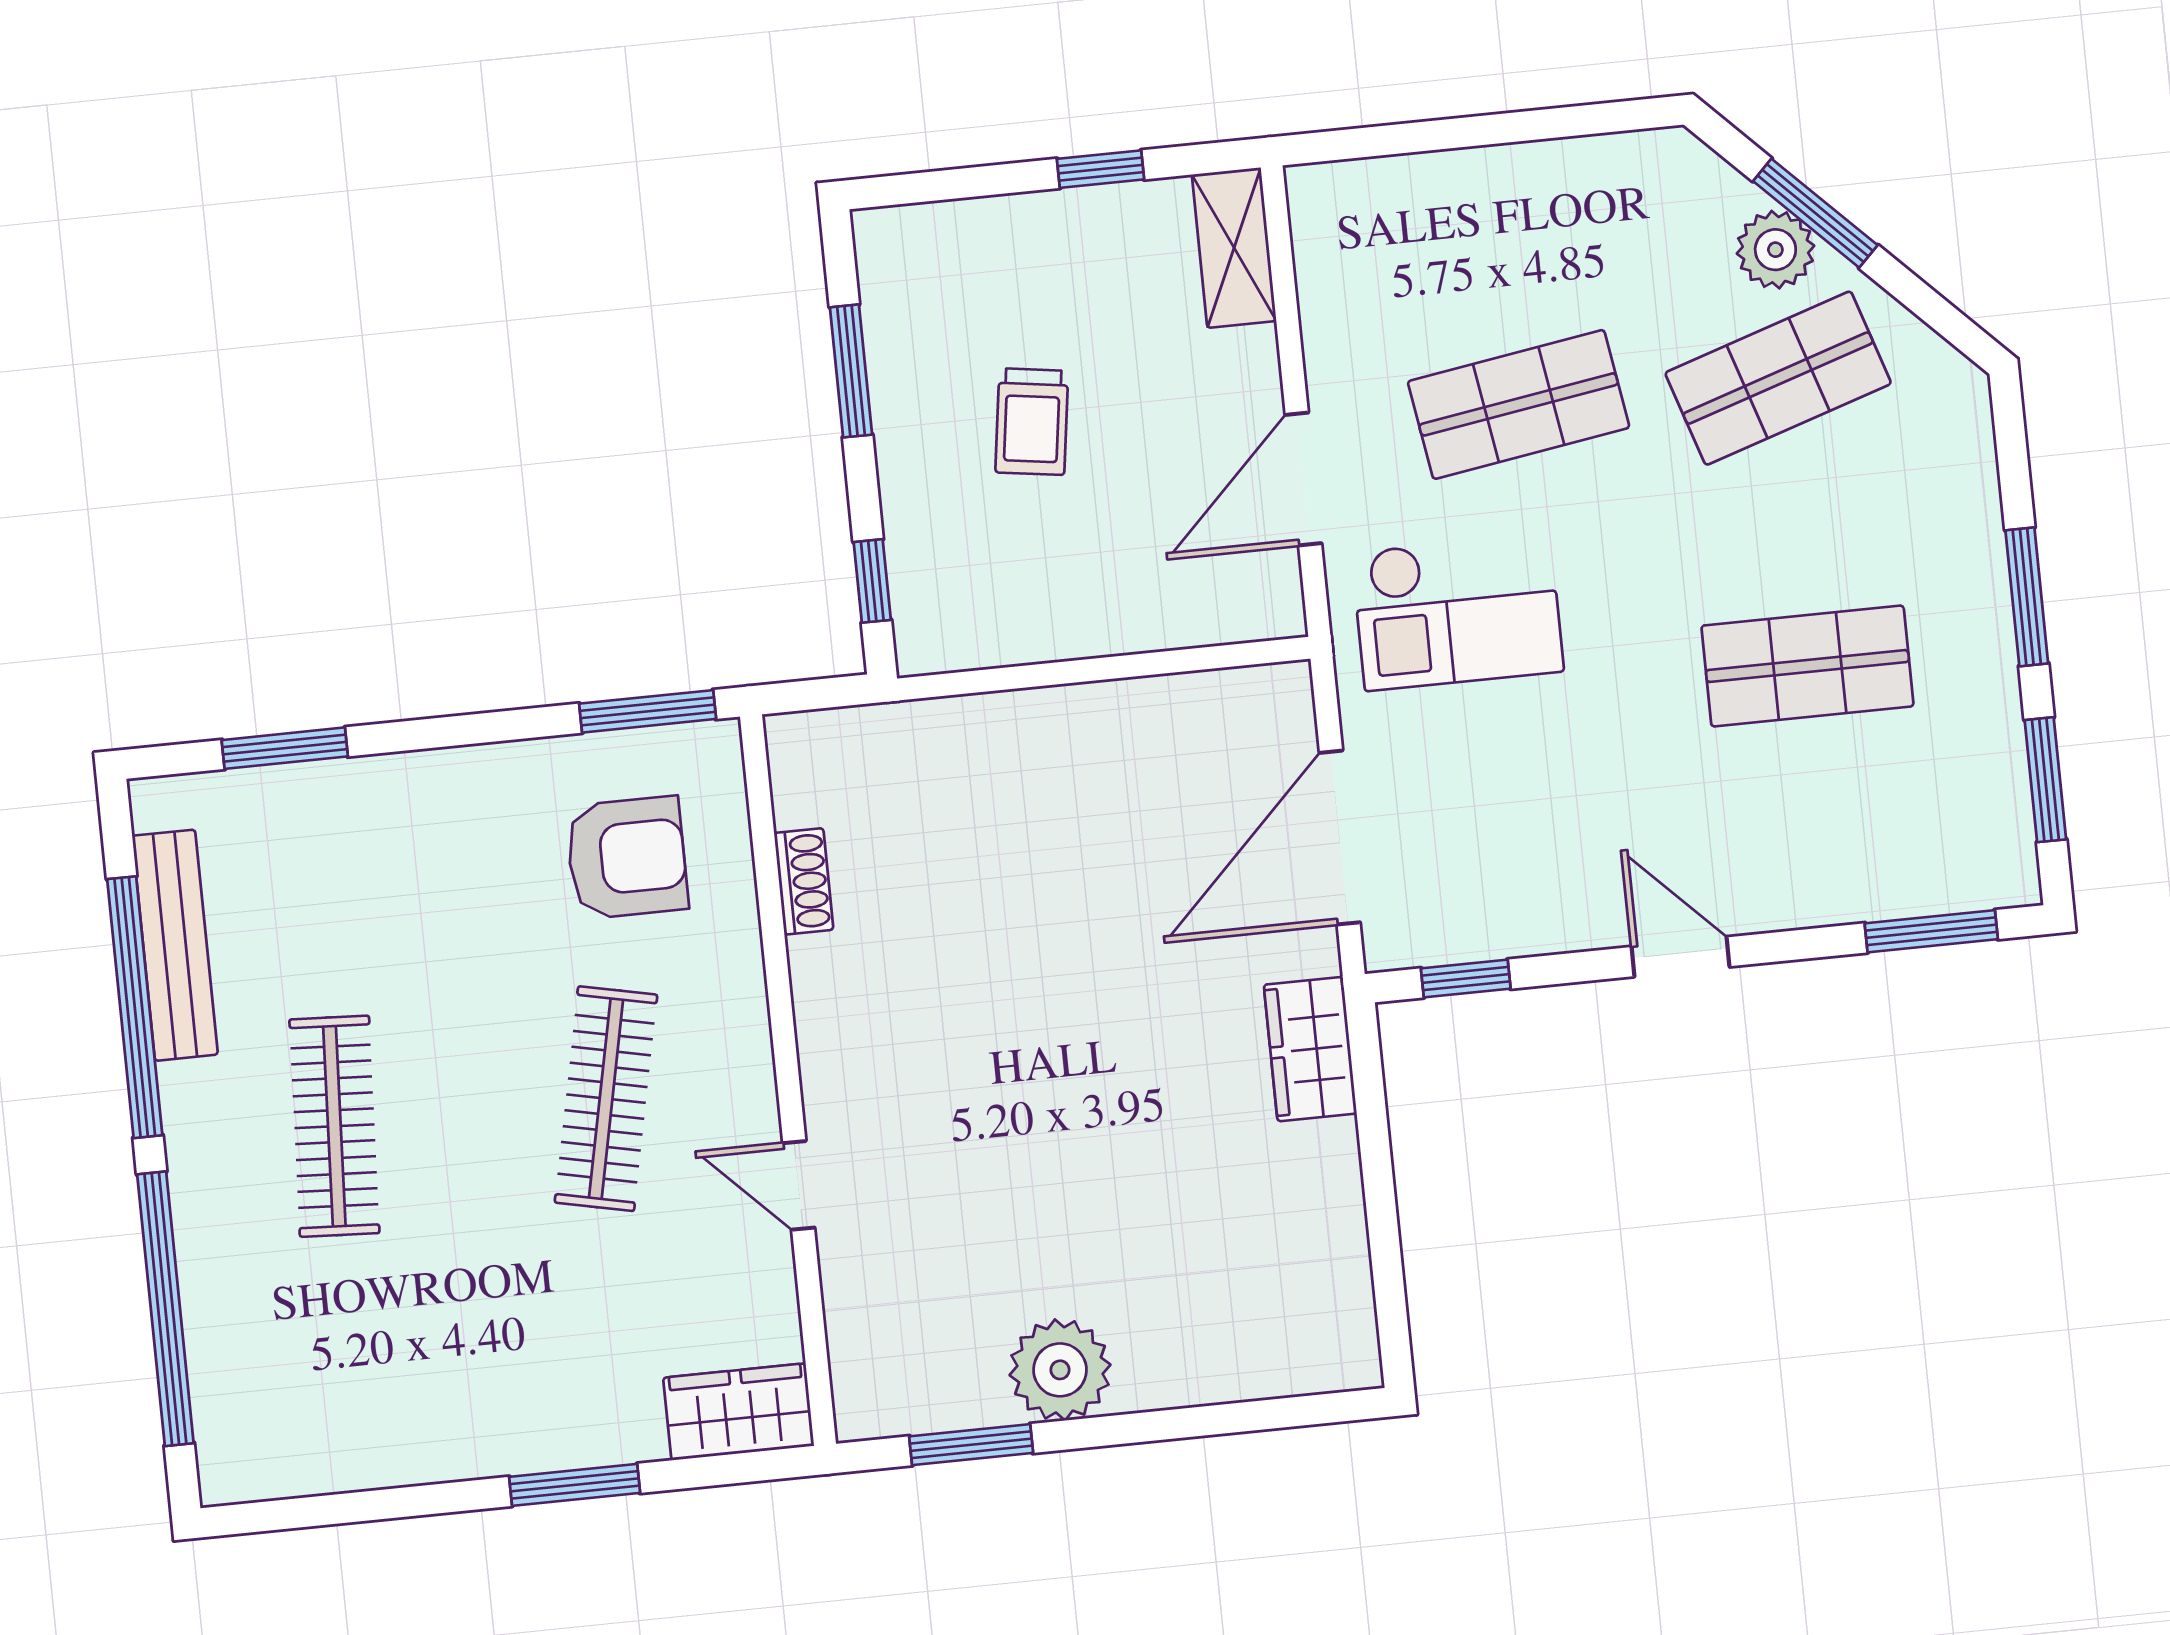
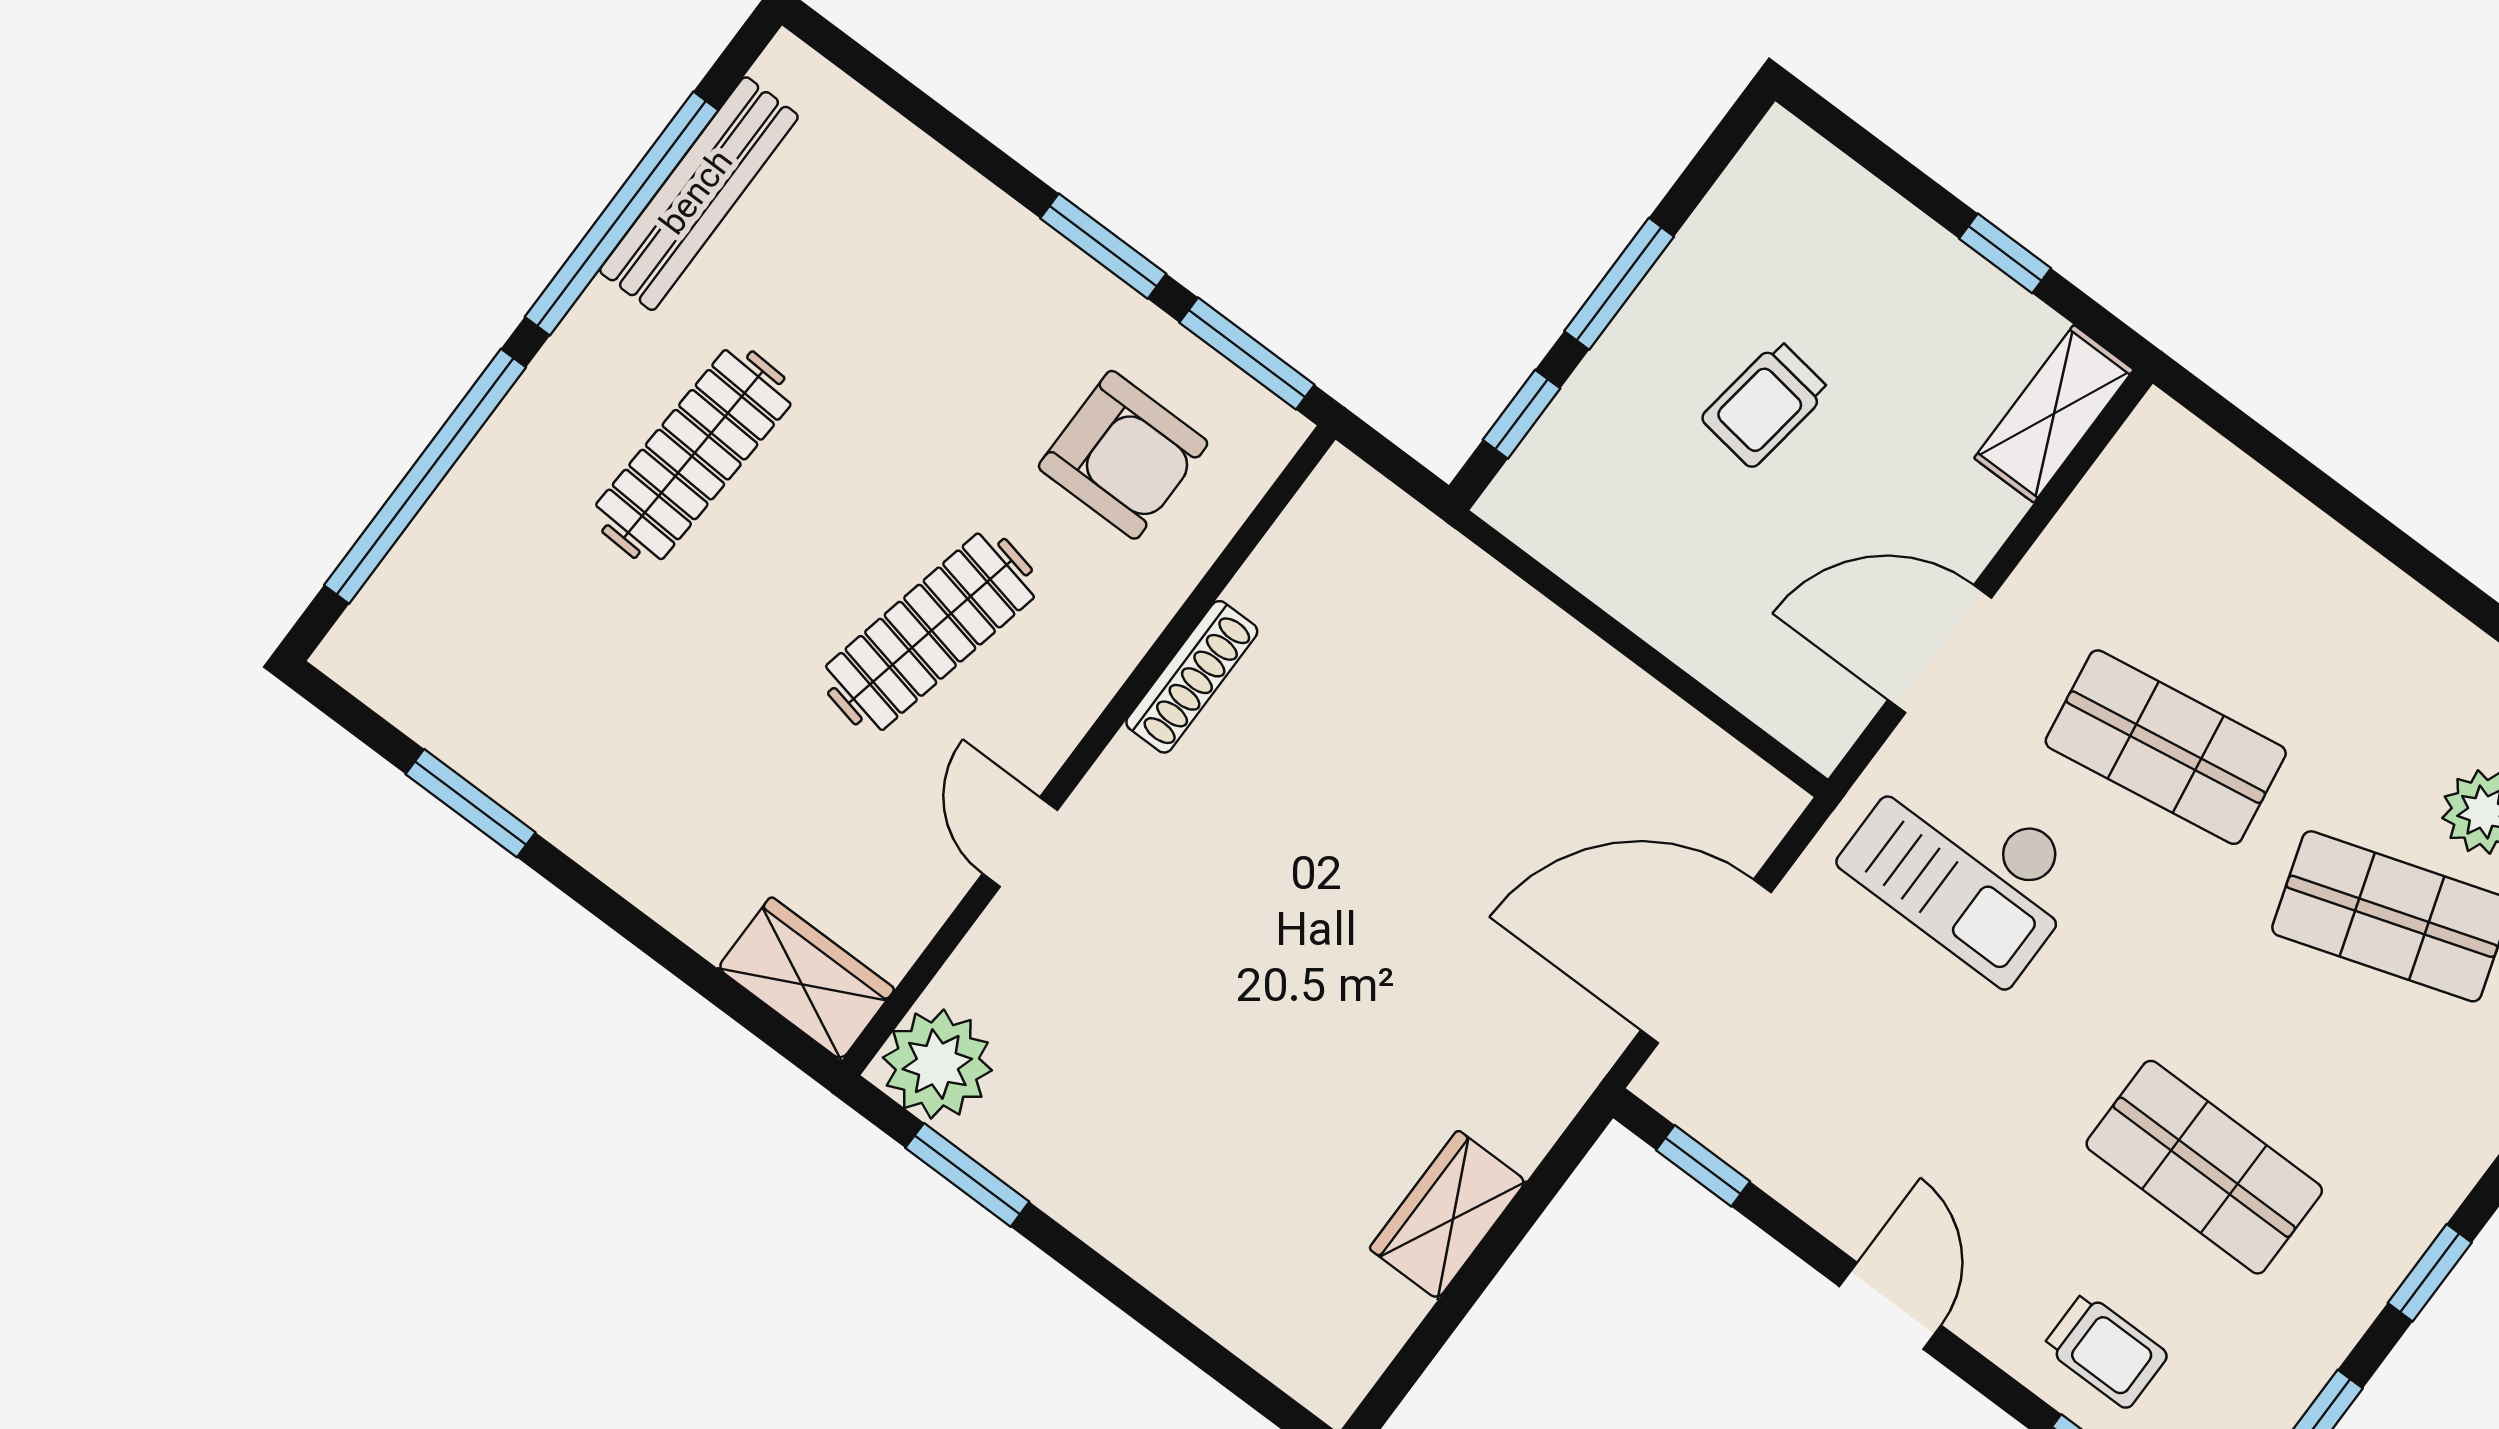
window: (851, 371) -> (1619, 284), moved
window: (2027, 597) -> (2430, 1273), width x0.67
window: (285, 748) -> (1103, 246), moved
trolley: (1855, 852) -> (2106, 1351), added
shoe rack: (804, 881) -> (1192, 677), moved, width x1.43
wardrobe: (1310, 1049) -> (1448, 1215), moved
plant: (1060, 1370) -> (937, 1064), moved
window: (575, 1485) -> (471, 803), moved

